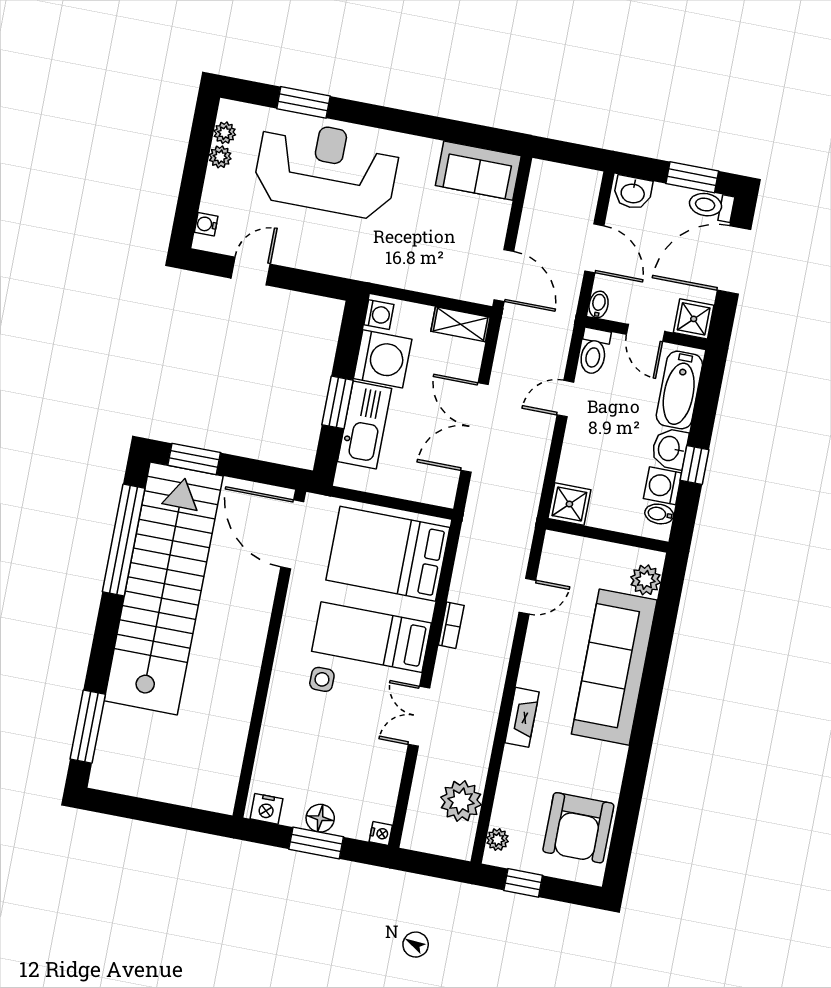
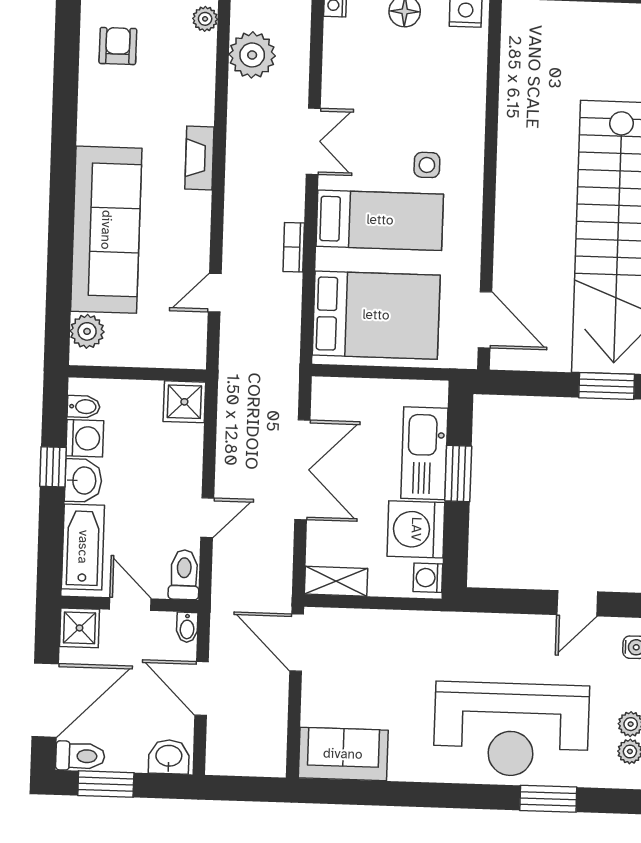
door: (292, 534) -> (485, 320), width x0.73
armchair: (578, 828) -> (118, 46), width x0.53, depth x0.53

